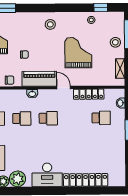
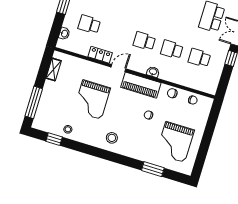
stool: (115, 42) -> (50, 98), removed
door: (64, 88) -> (118, 68), swing flipped
locker: (89, 94) -> (100, 55), width x0.66

